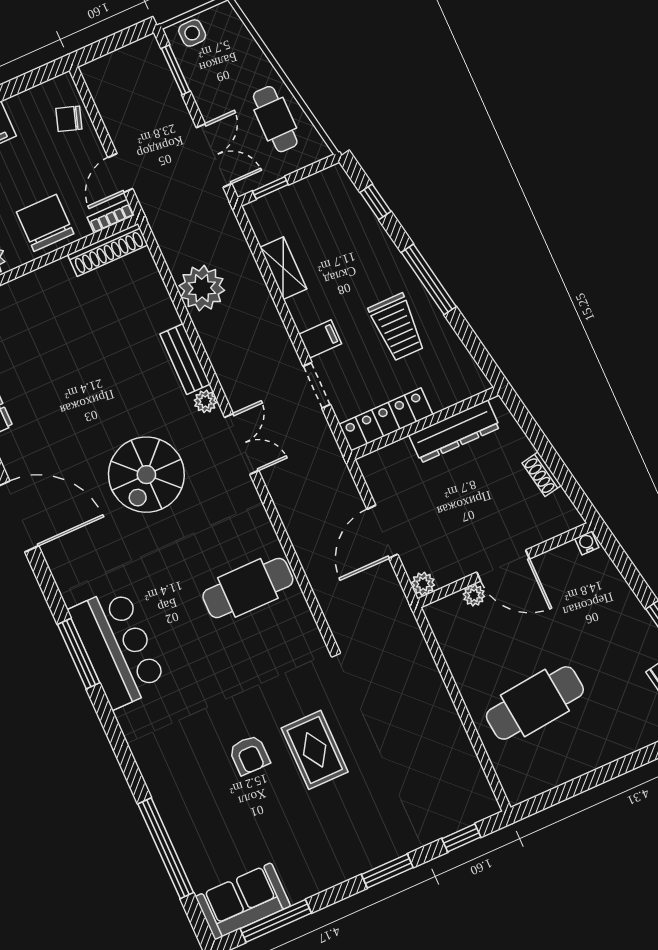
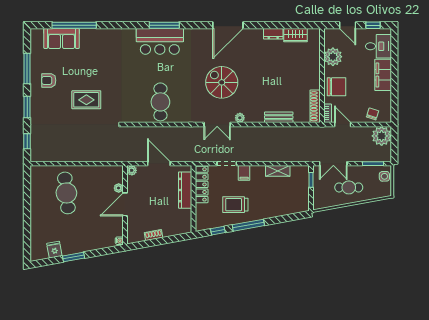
cafe table: (275, 119) -> (349, 187), moved
window: (376, 202) -> (218, 231), moved
plant: (202, 288) -> (382, 136), moved
bench: (185, 359) -> (279, 117), moved
dresser: (454, 431) -> (185, 190), moved
armchair: (249, 755) -> (49, 80), moved
sofa: (243, 901) -> (62, 38), moved, turned 90
window: (276, 921) -> (27, 69), moved

